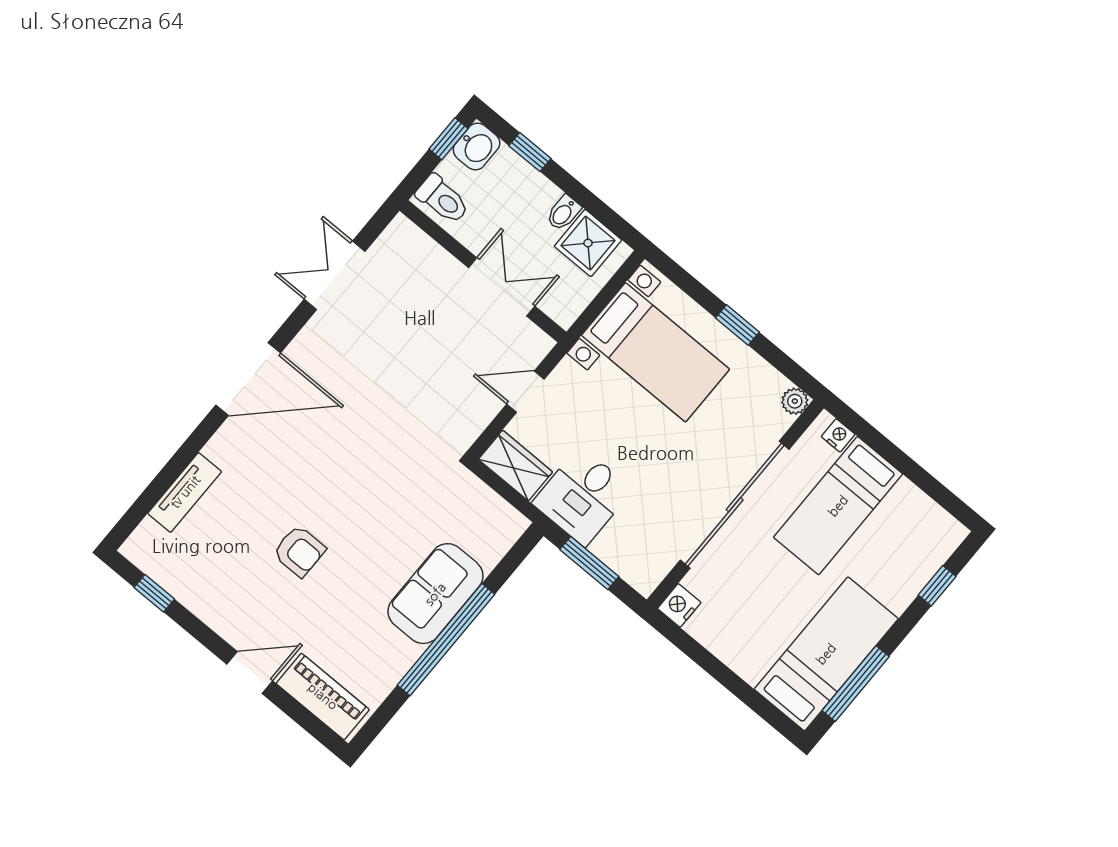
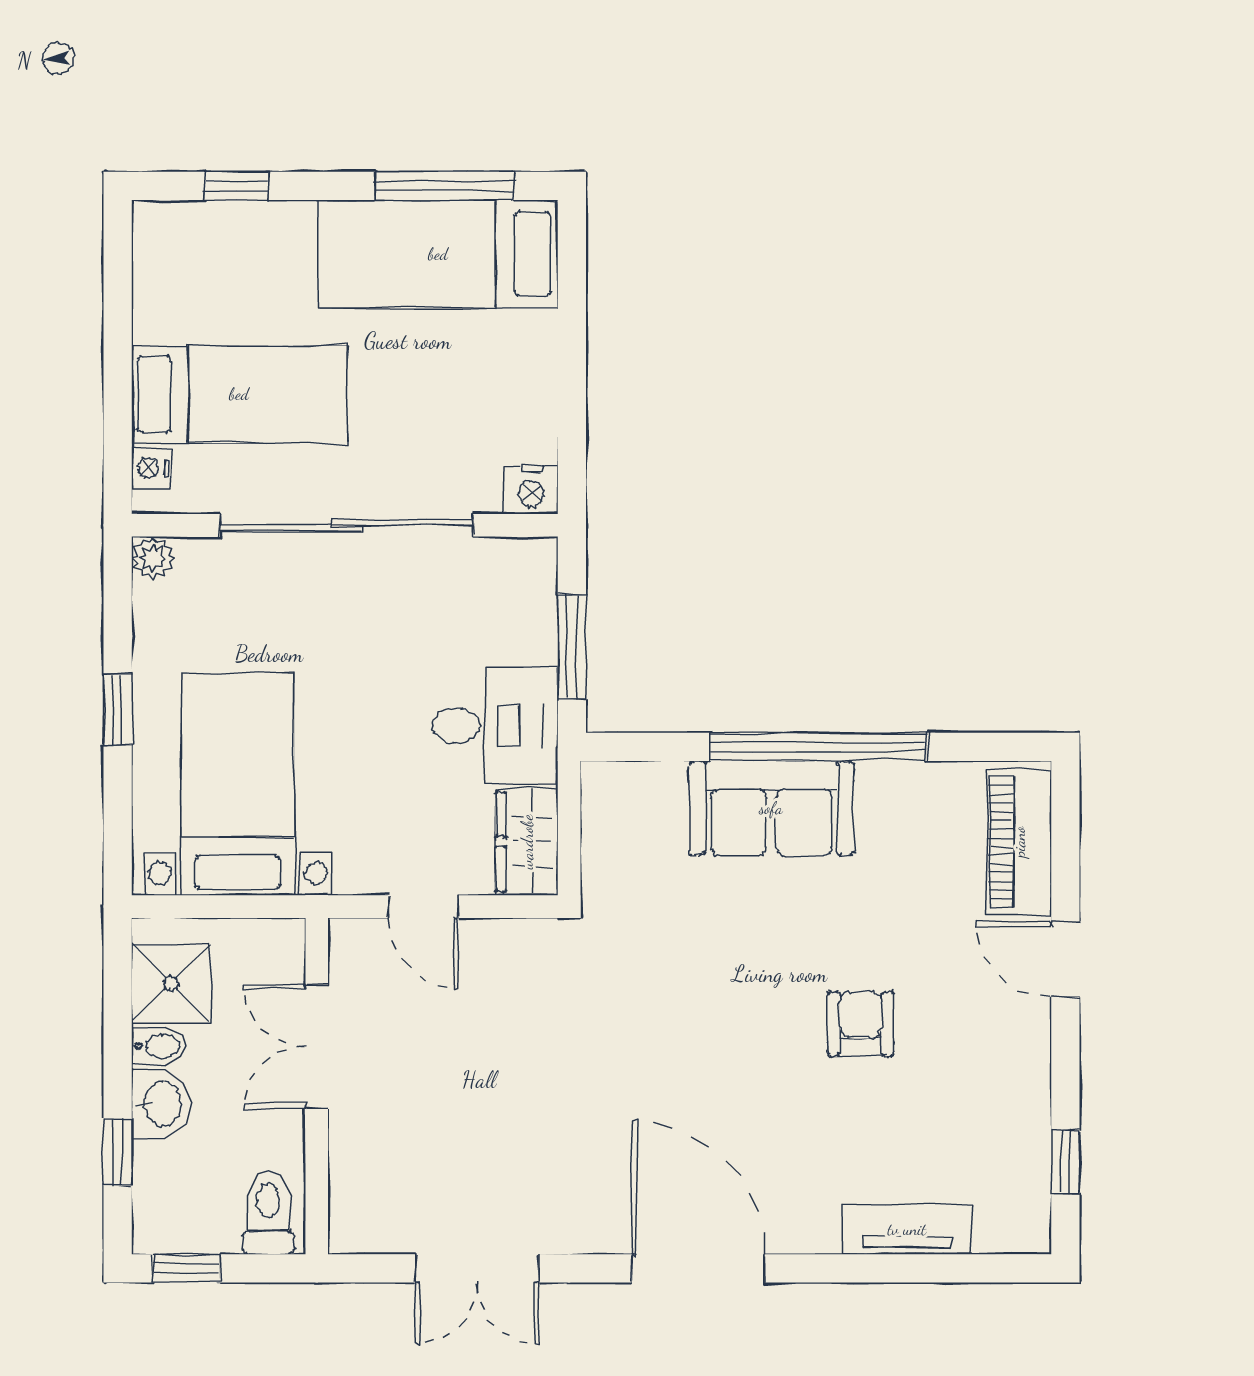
washbasin: (477, 147) -> (161, 1104), moved, turned 90

